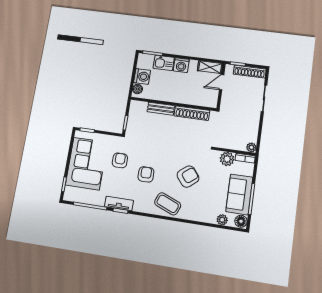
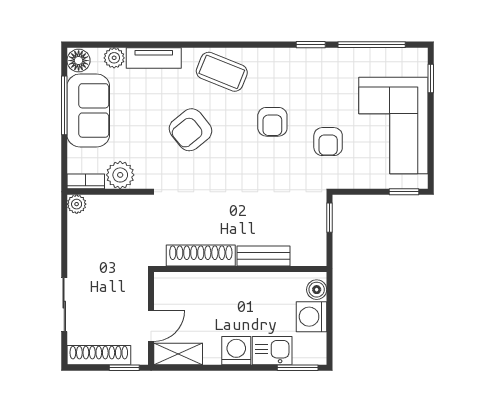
tv unit: (119, 203) -> (154, 58), moved

